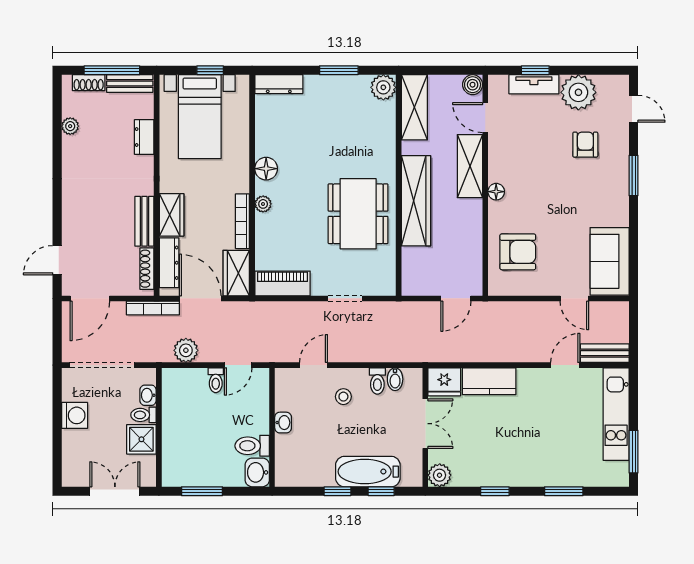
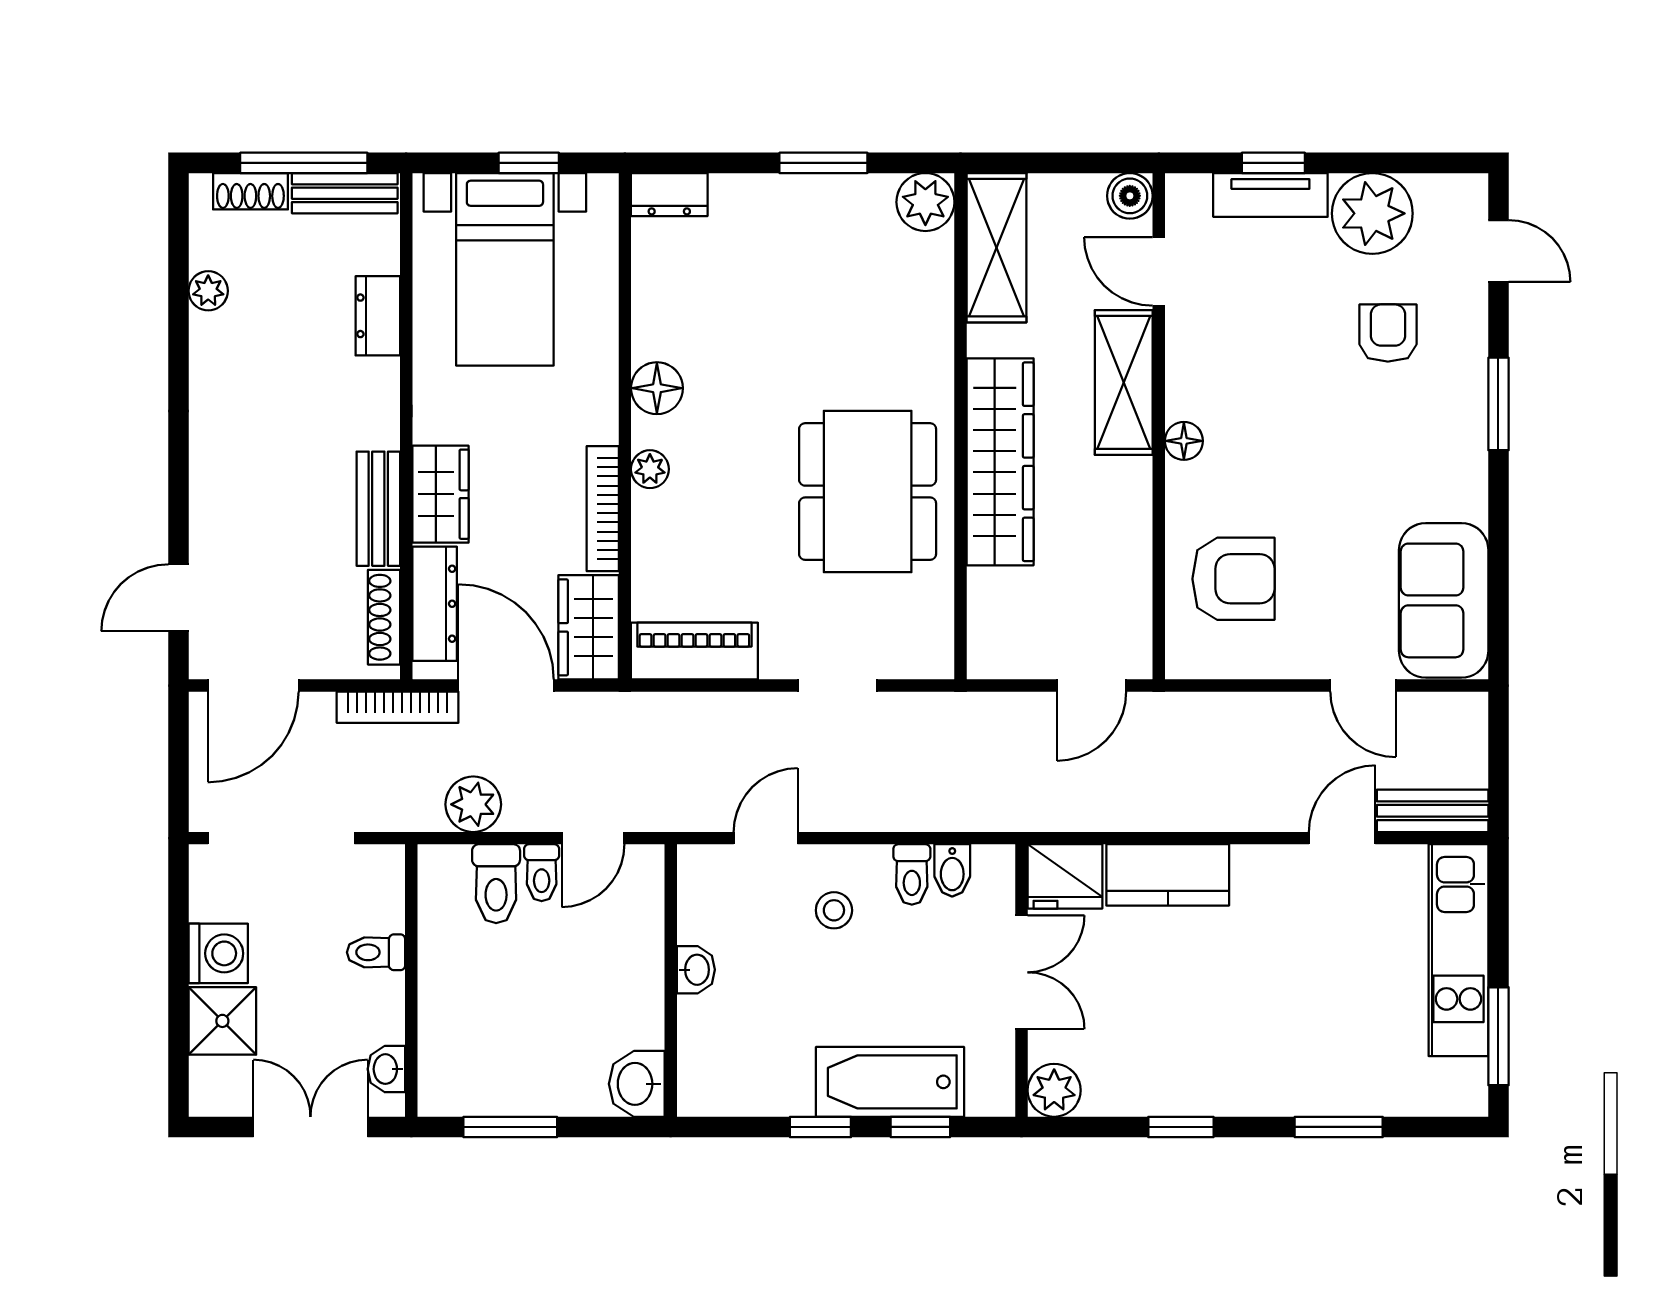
dresser: (279, 84) -> (669, 195), width x0.70
washbasin: (148, 395) -> (386, 1069), moved
shower: (141, 439) -> (222, 1021), moved
toilet: (252, 446) -> (496, 884), moved, turned -90

